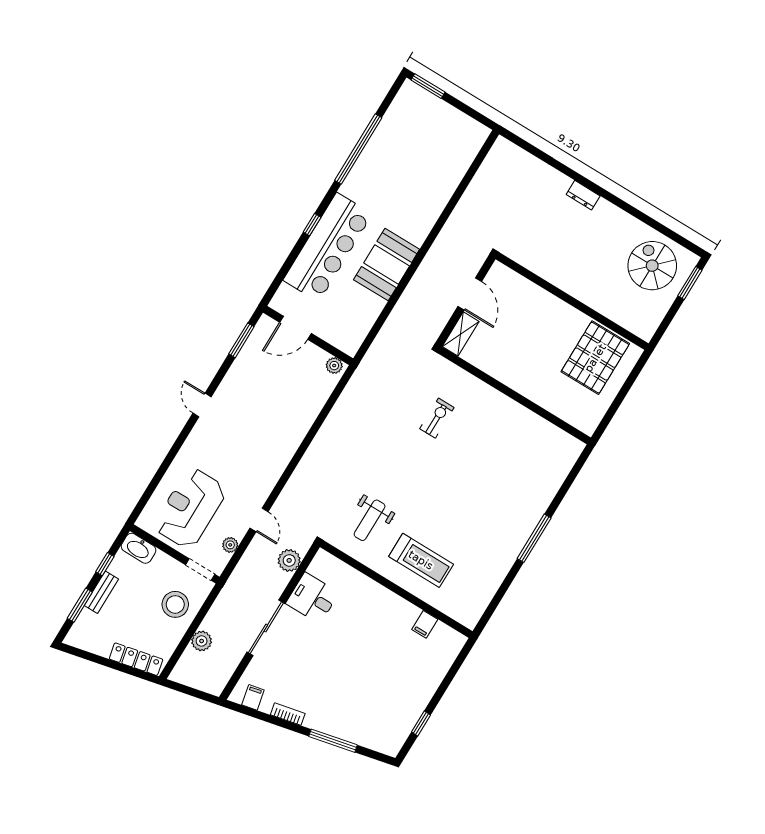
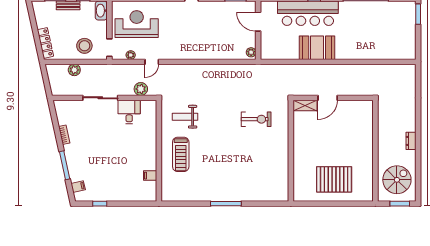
dresser: (583, 195) -> (411, 141), moved
wall: (572, 301) -> (375, 151), moved
exercise bike: (437, 418) -> (256, 119), width x1.38, depth x1.39
filing cabinet: (253, 697) -> (78, 187), moved

